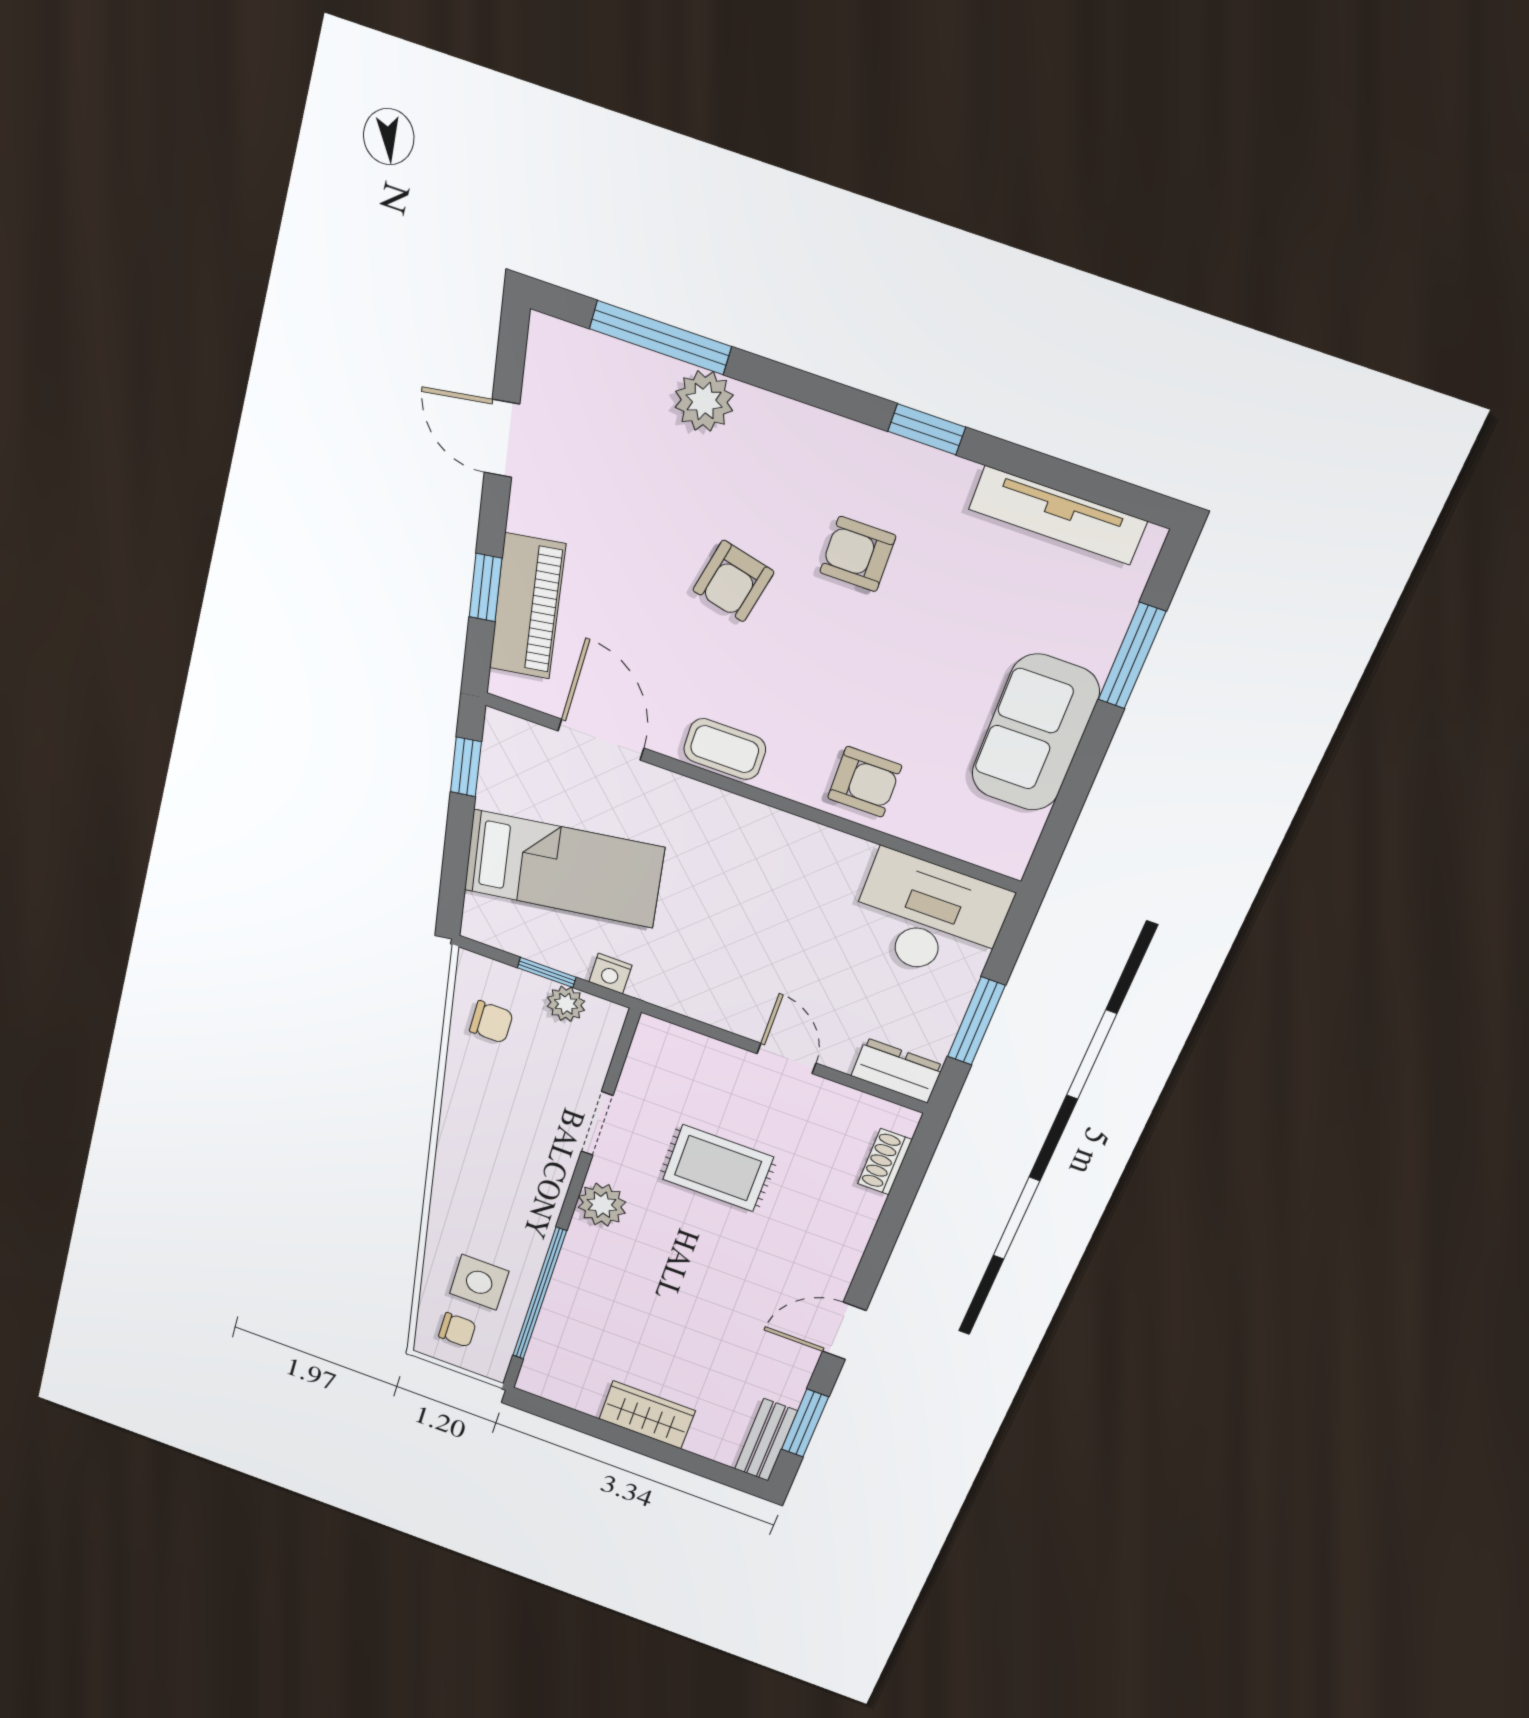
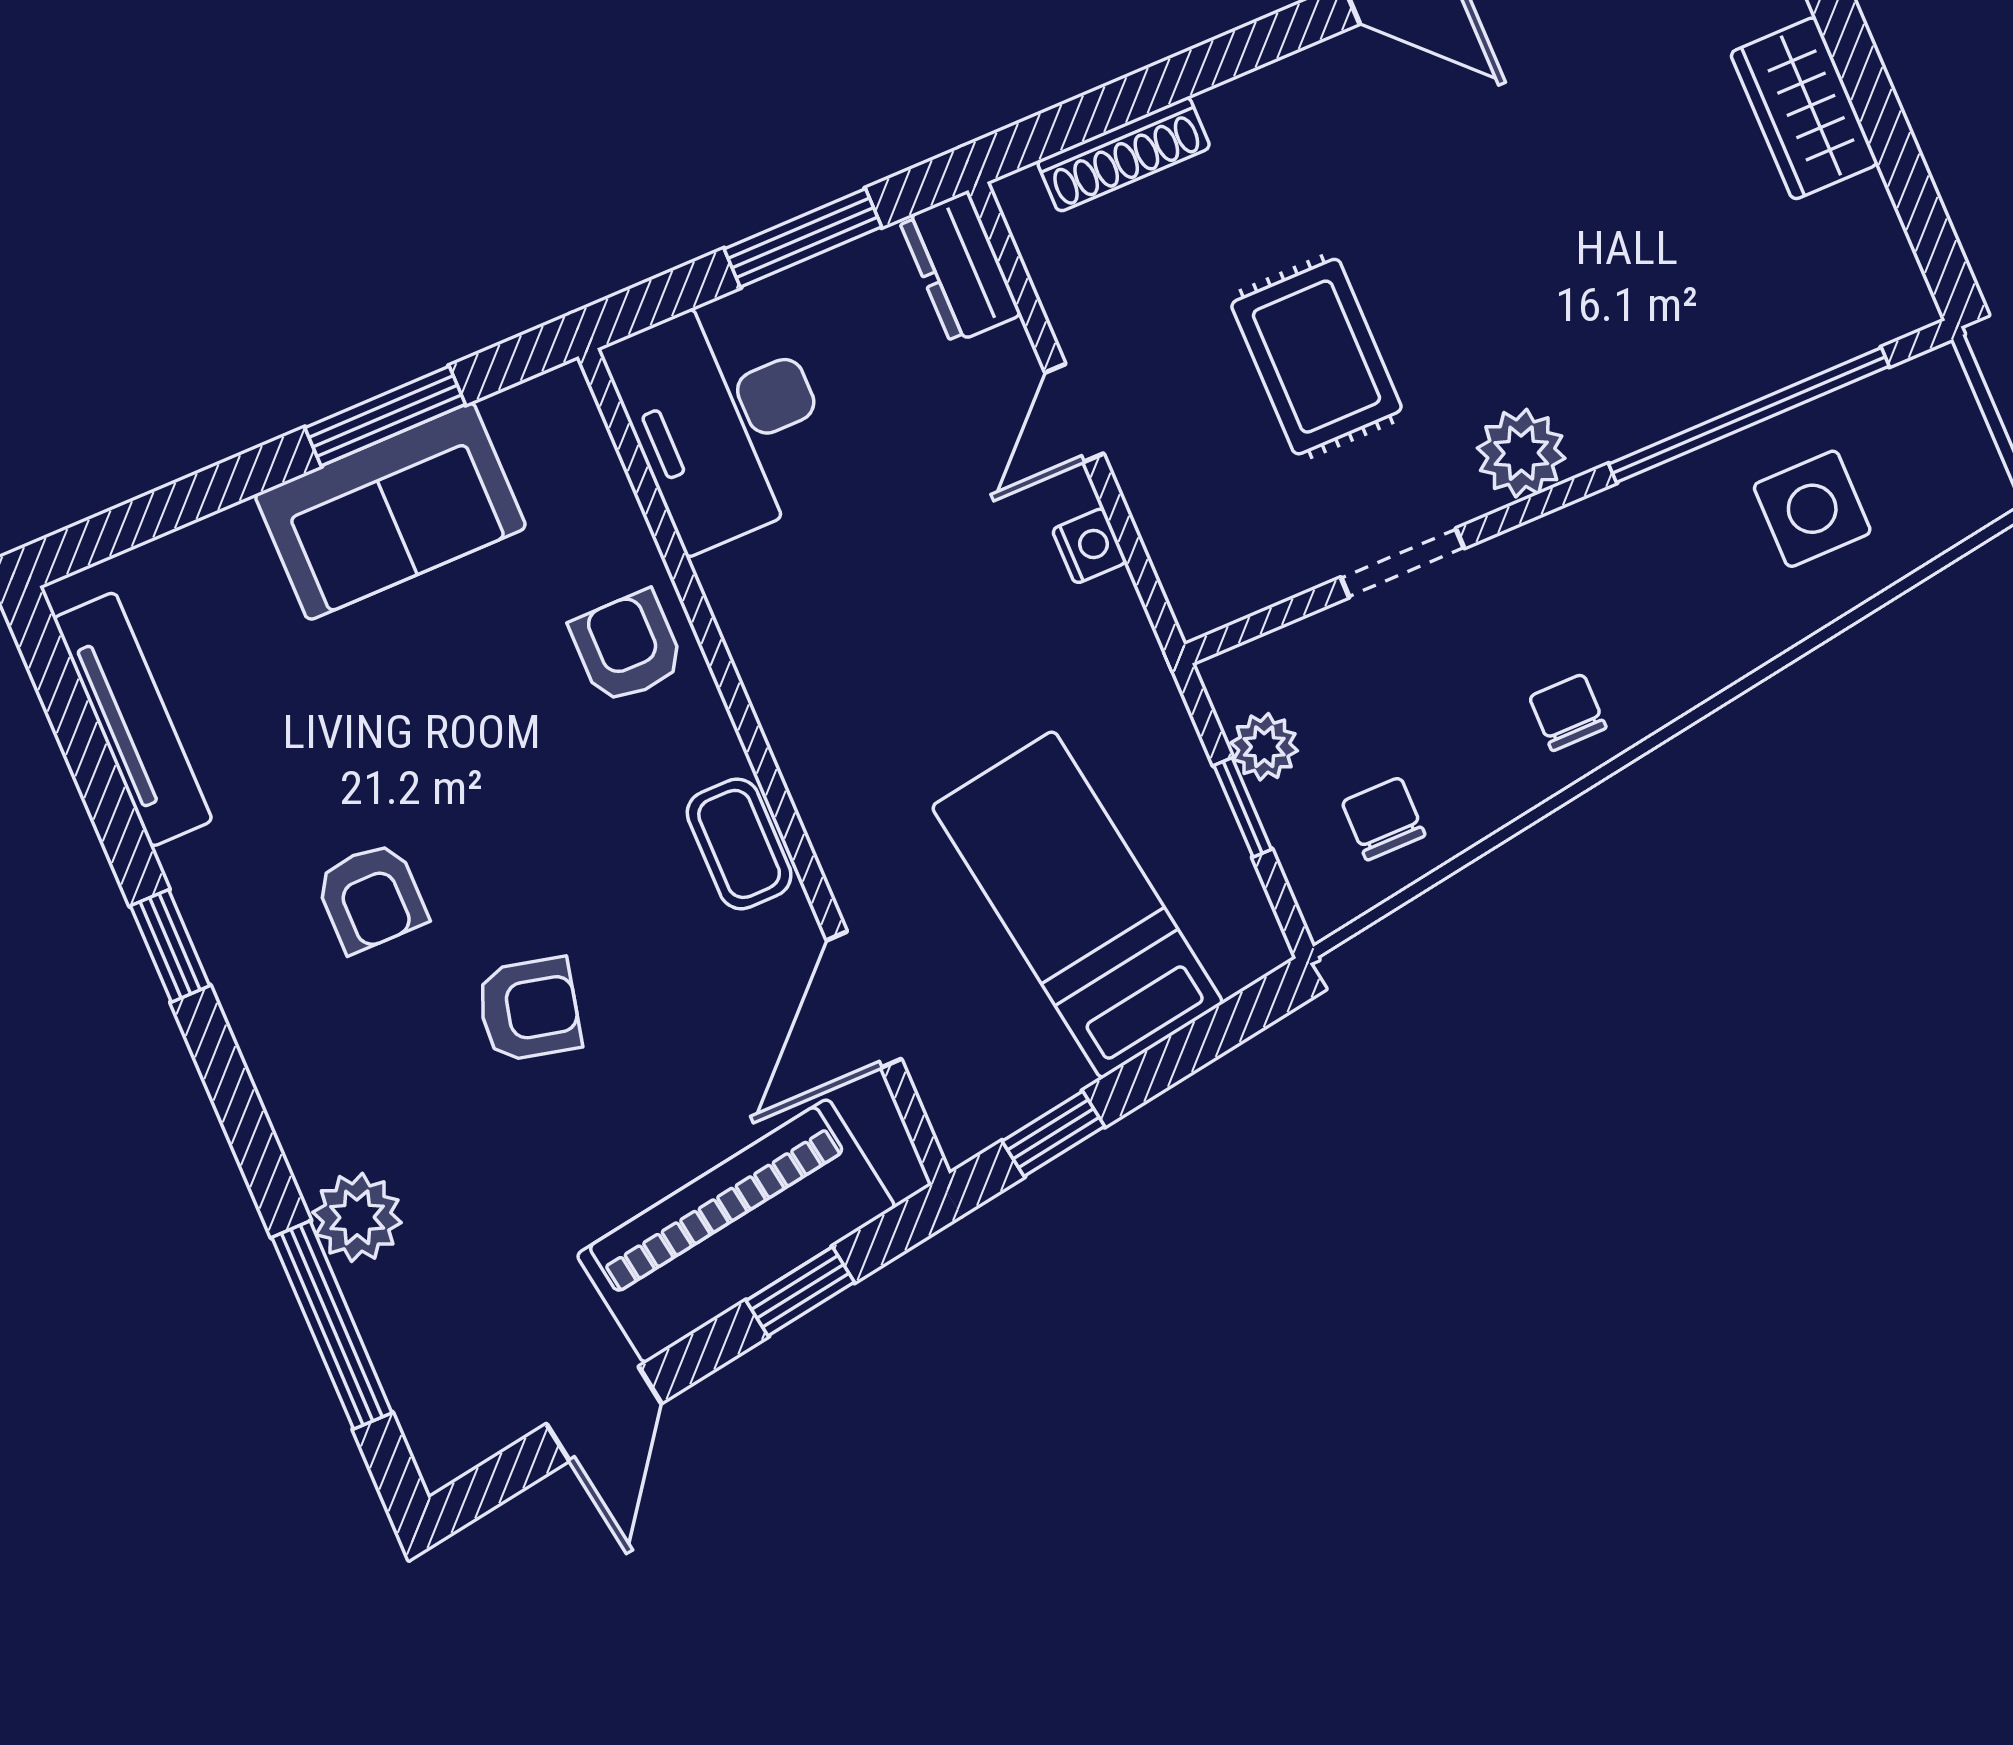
piano: (527, 606) -> (736, 1231), width x1.37, depth x1.33
window: (1132, 656) -> (385, 416), moved
nightstand: (610, 974) -> (1089, 546), moved
shoe rack: (885, 1162) -> (1124, 154), width x1.43
chair: (457, 1330) -> (1568, 712), moved

